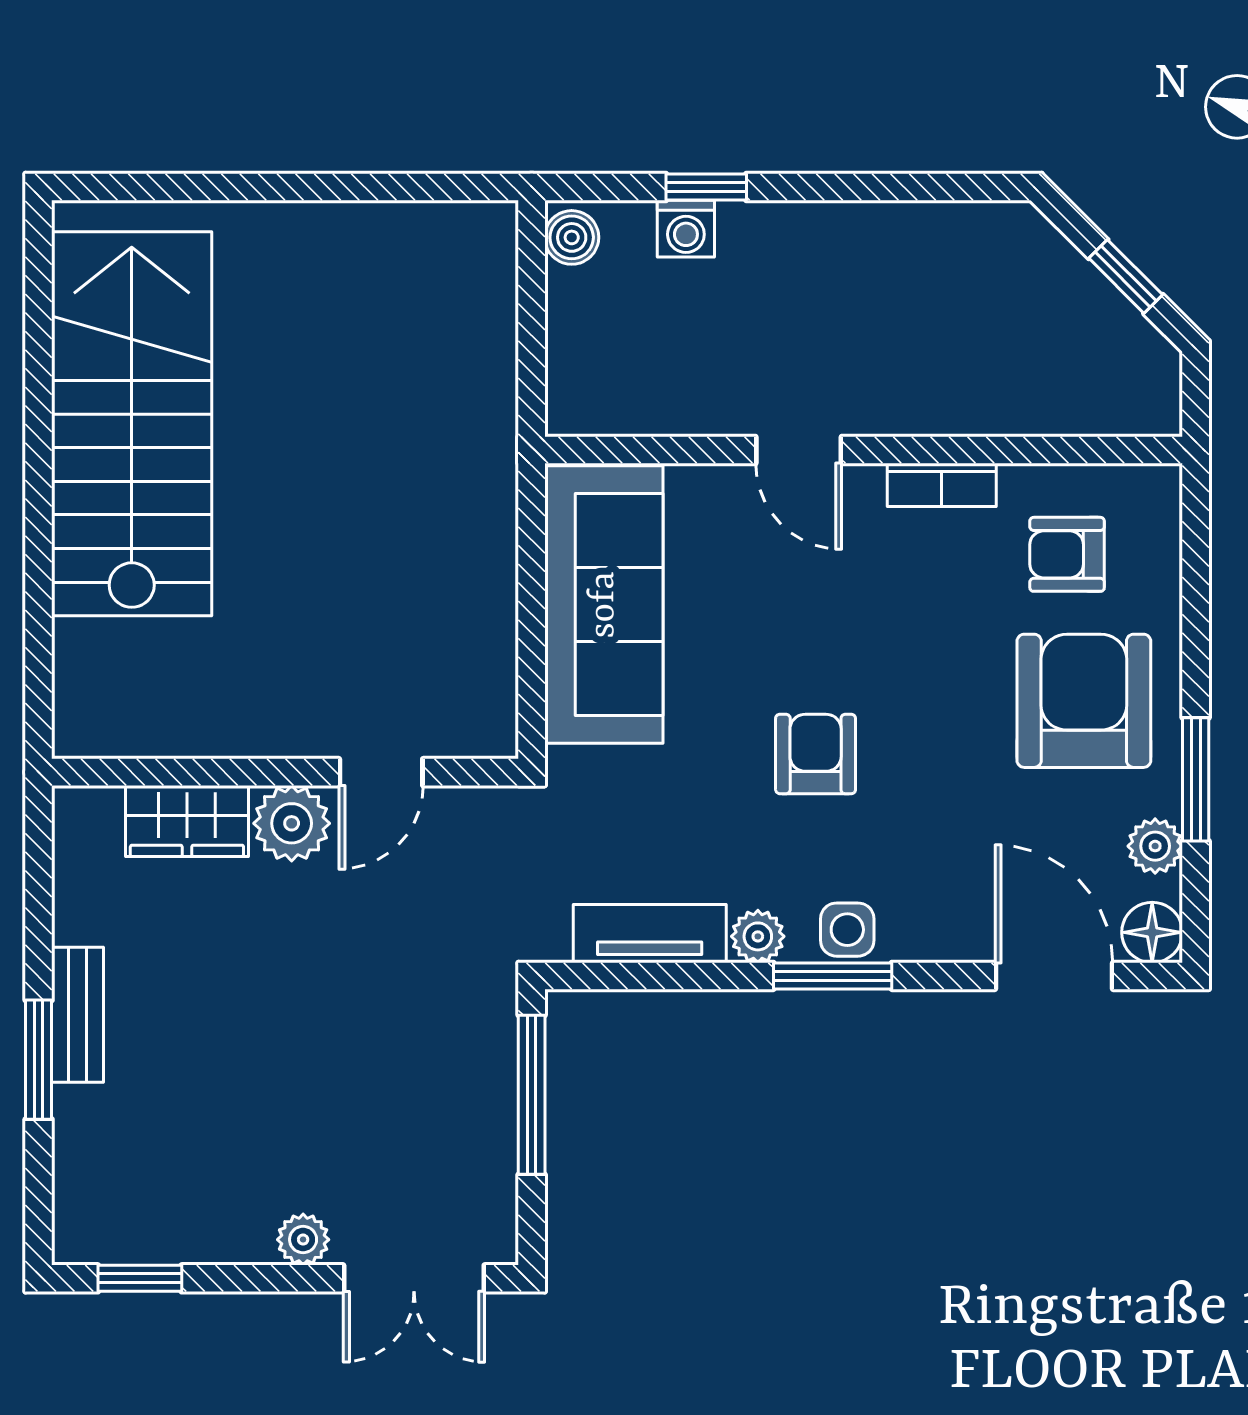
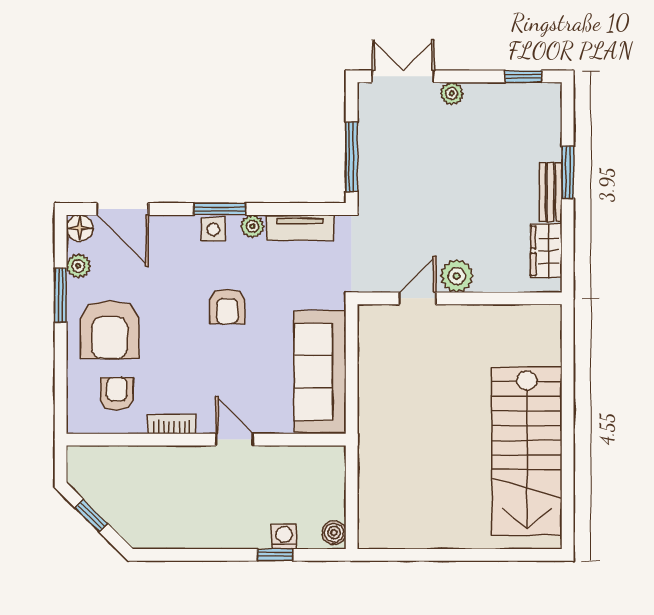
armchair: (1067, 554) -> (117, 394), turned -90
wardrobe: (187, 821) -> (546, 251), moved, turned -90

